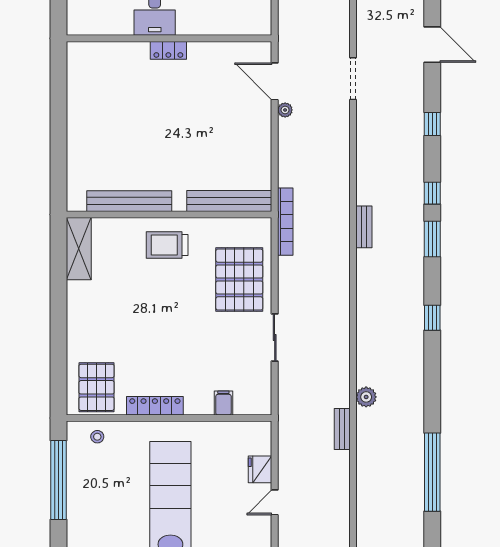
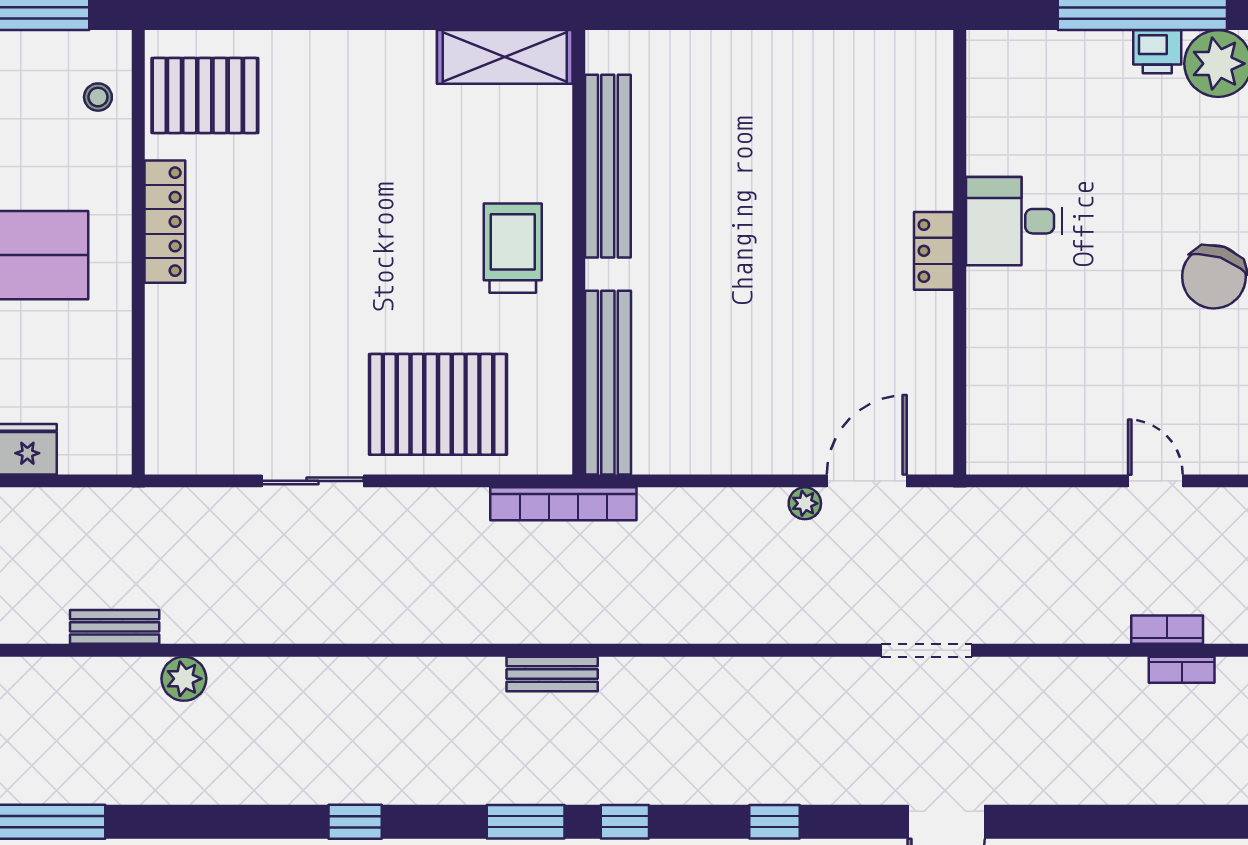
doorway: (353, 79) -> (926, 650), moved
filing cabinet: (223, 403) -> (171, 370), removed

